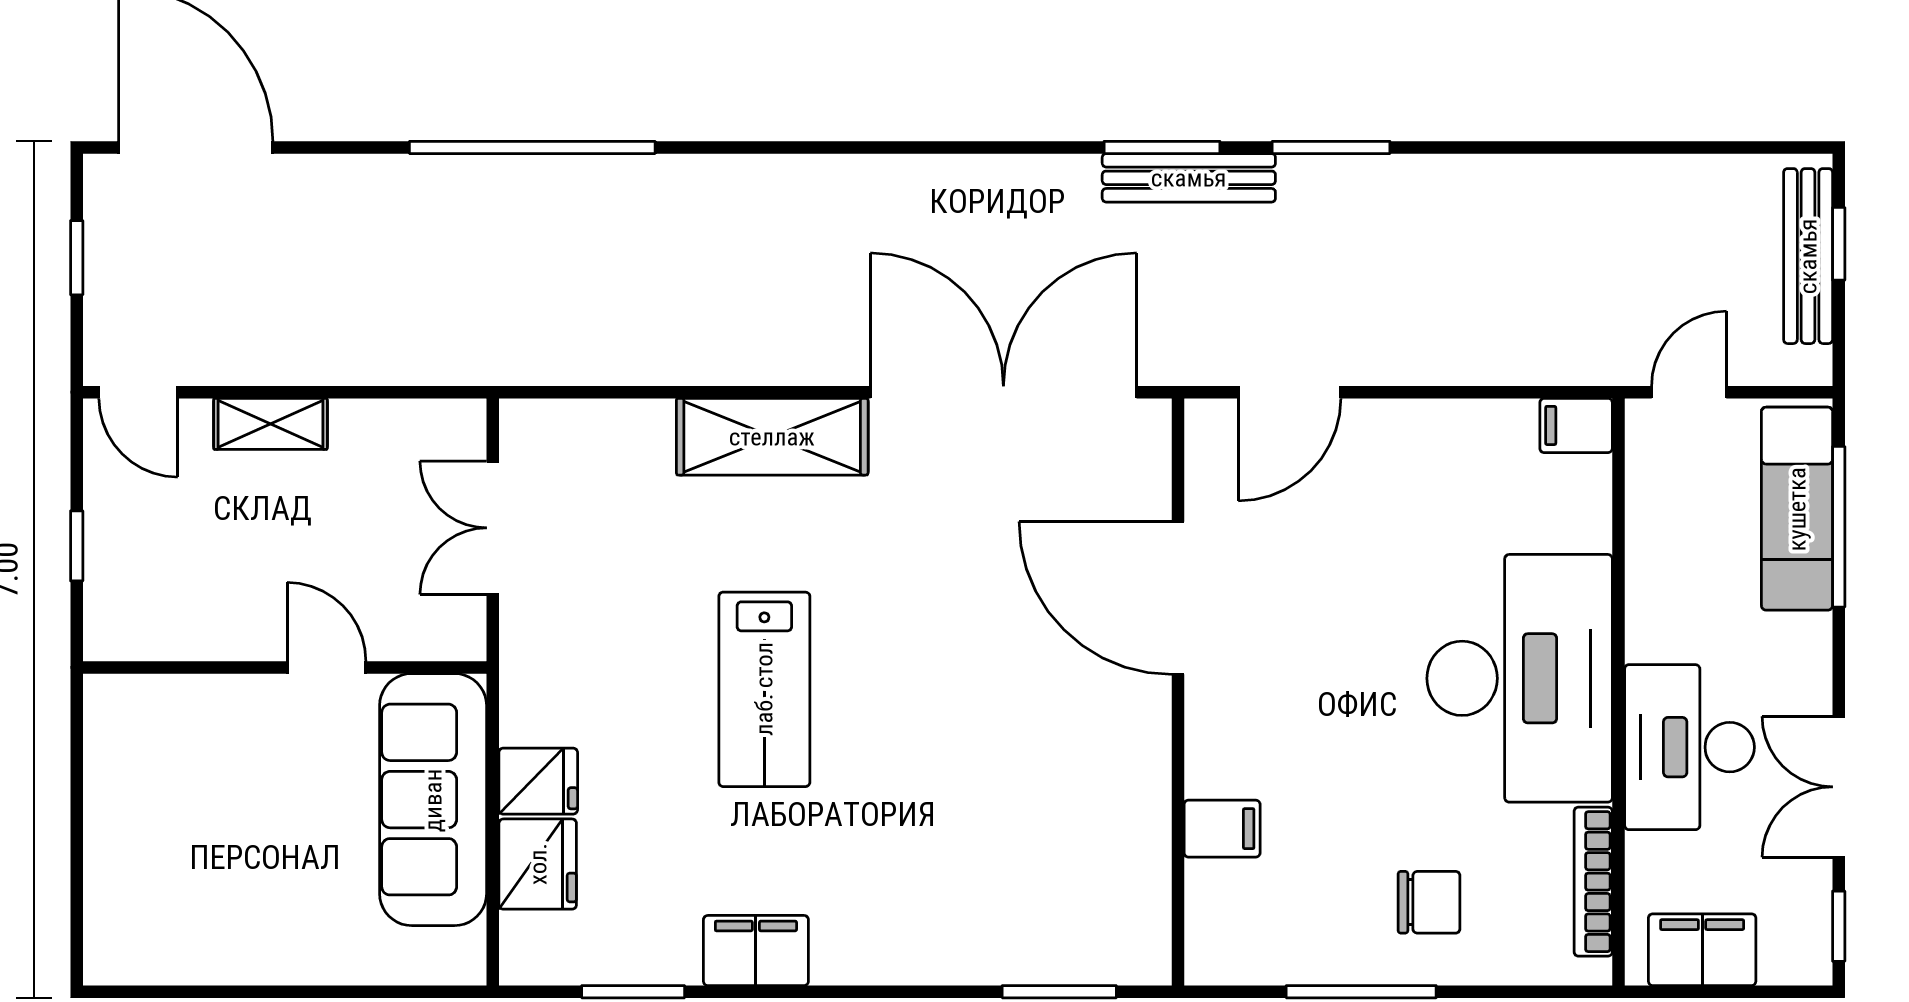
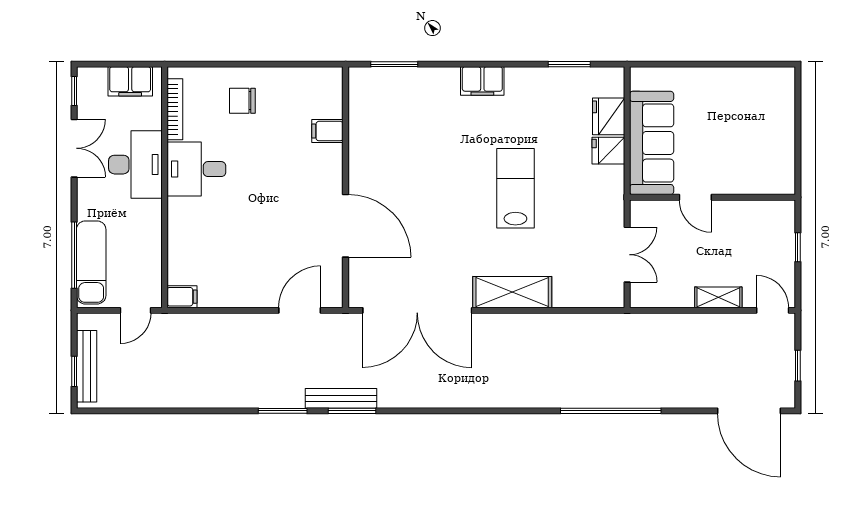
desk: (1520, 678) -> (196, 169), width x0.53, depth x0.77
filing cabinet: (756, 951) -> (482, 81), moved
window: (1361, 992) -> (270, 64), removed

